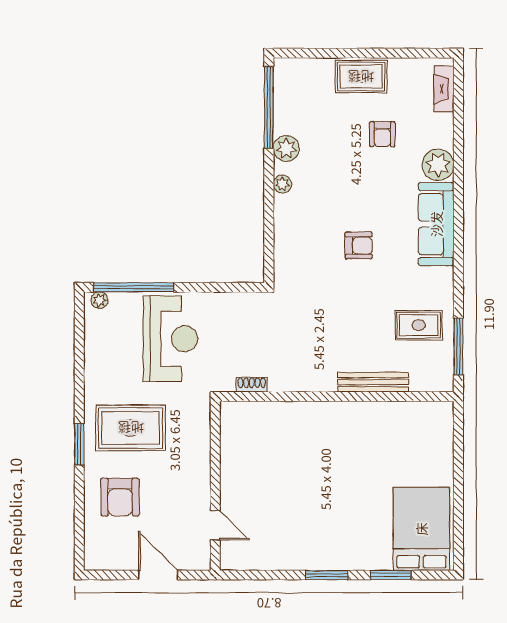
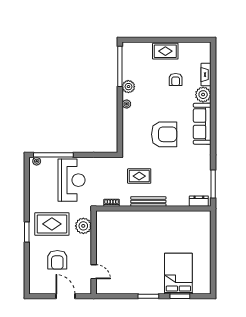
fireplace: (444, 89) -> (206, 75), moved
armchair: (359, 246) -> (164, 134), width x1.88, depth x1.88
rug: (419, 325) -> (139, 176), moved
dresser: (429, 381) -> (199, 201), added
bench: (373, 382) -> (148, 201), moved
plant: (194, 432) -> (83, 226), added
armchair: (120, 497) -> (57, 260), moved
bed: (421, 529) -> (178, 274), moved

